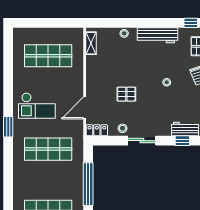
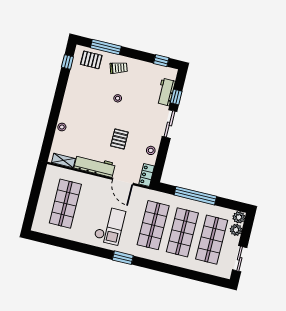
workbench: (158, 35) -> (95, 166), moved, turned -90
sliding door: (142, 141) -> (169, 124), moved
shop shelf: (48, 180) -> (182, 232), added

